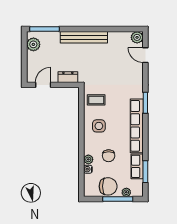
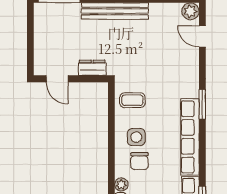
plant: (33, 44) -> (43, 21), removed
door: (43, 85) -> (57, 79), swing flipped
chair: (109, 156) -> (139, 161), moved

